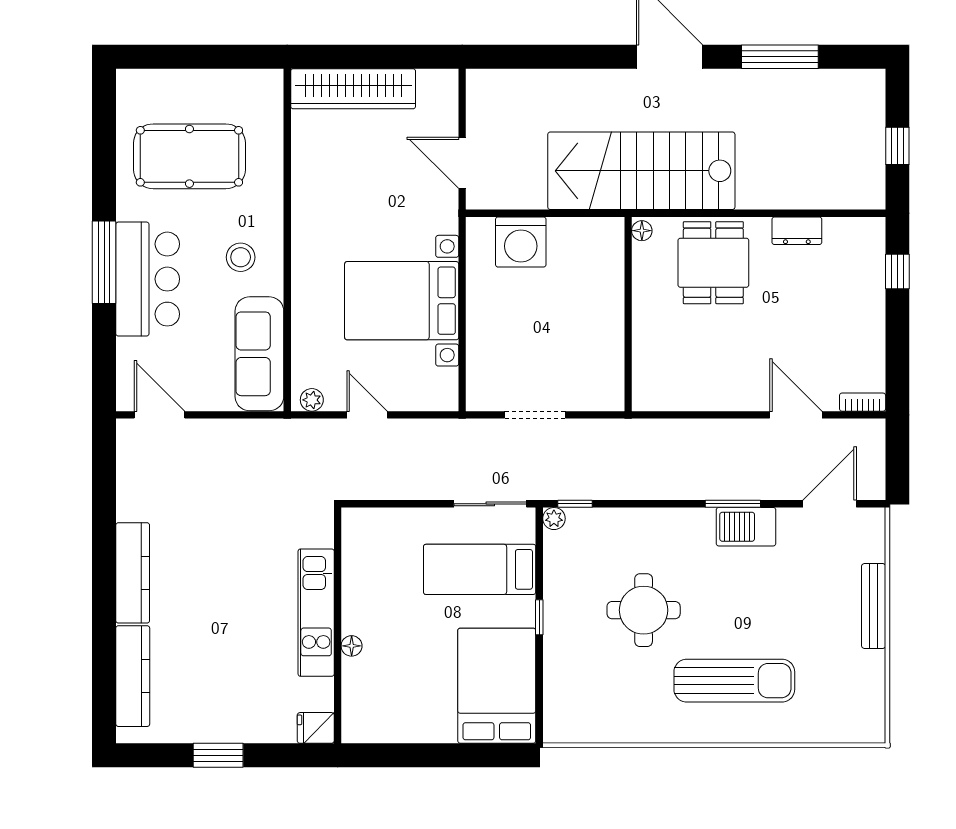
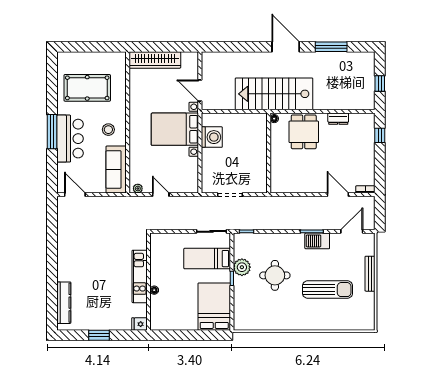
washing machine: (521, 242) -> (212, 137), moved, turned -90
bed with nightstands: (402, 301) -> (175, 129), moved
plant: (554, 519) -> (242, 267), moved, width x1.88, depth x1.88
kitchen counter: (133, 573) -> (64, 260), removed
sun lounger: (734, 681) -> (327, 290), moved

